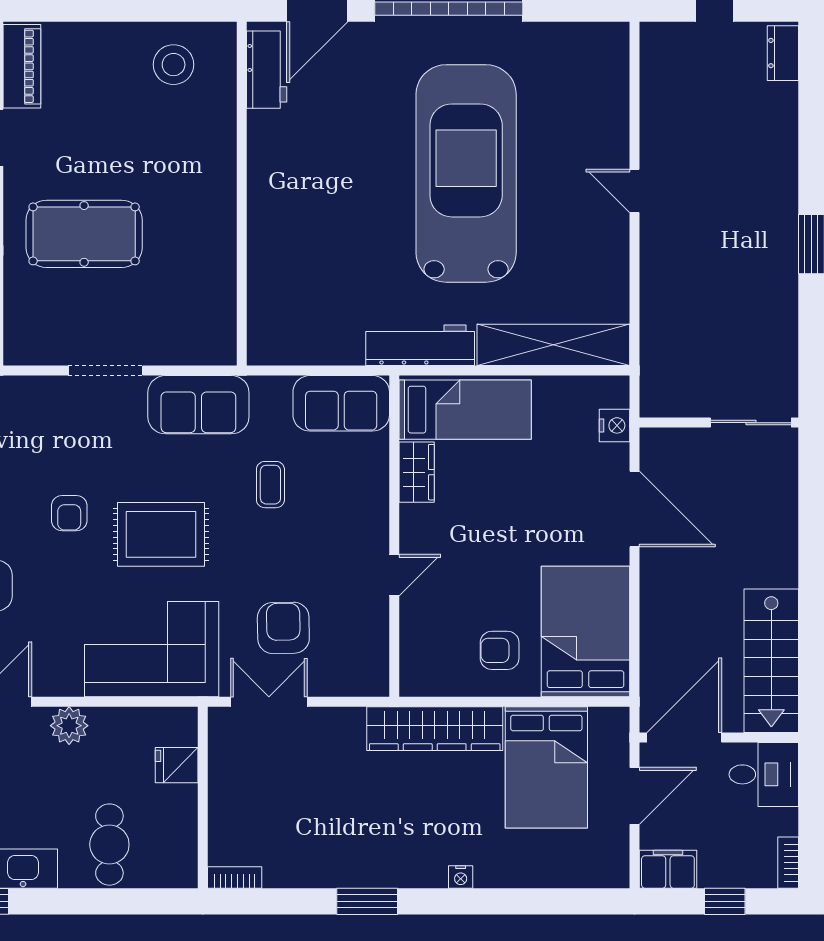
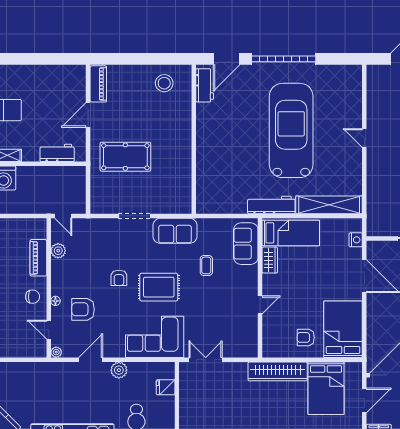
sofa: (341, 403) -> (246, 244), moved, turned 90
armchair: (283, 628) -> (212, 328), removed

